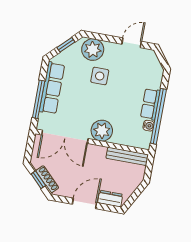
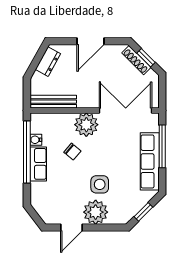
plant: (93, 50) -> (96, 212), moved
chair: (118, 109) -> (72, 152), added
dresser: (110, 199) -> (48, 62), moved, turned -61

